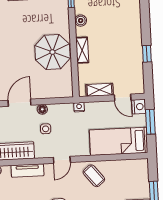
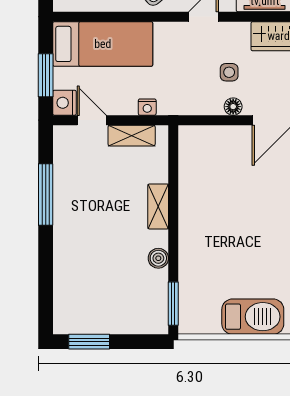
parasol: (52, 52) -> (210, 206), removed
window: (147, 54) -> (46, 194), width x2.17
nightstand: (79, 107) -> (147, 107), moved

